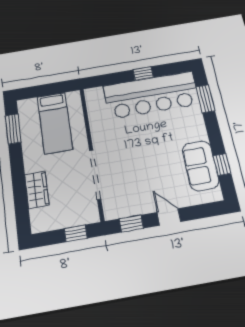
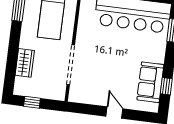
window: (131, 224) -> (86, 109), removed
window: (76, 233) -> (32, 102), moved

